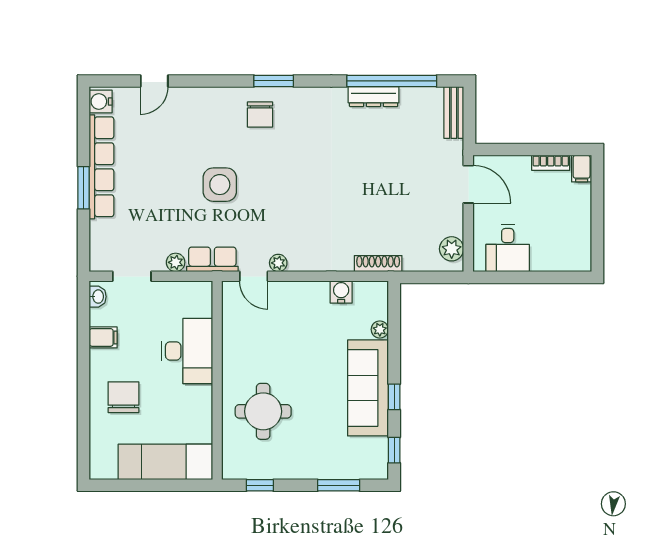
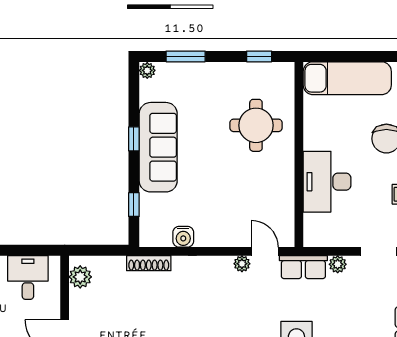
plant: (380, 329) -> (147, 70), moved
window: (394, 450) -> (134, 205), moved

